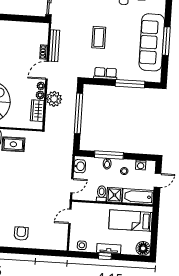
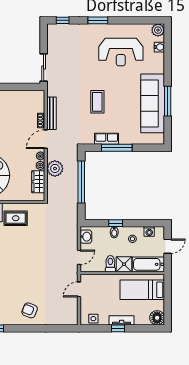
window: (130, 84) -> (117, 148), moved
window: (109, 155) -> (116, 223), width x0.46
armchair: (21, 234) -> (30, 310), turned -68

